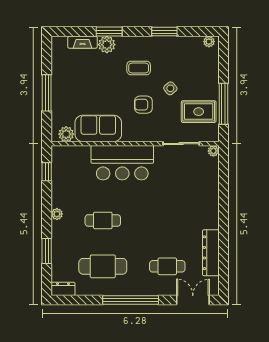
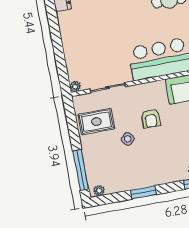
coffee table: (139, 68) -> (162, 153), removed
window: (223, 104) -> (81, 170), moved
armchair: (143, 105) -> (151, 119), turned 90

